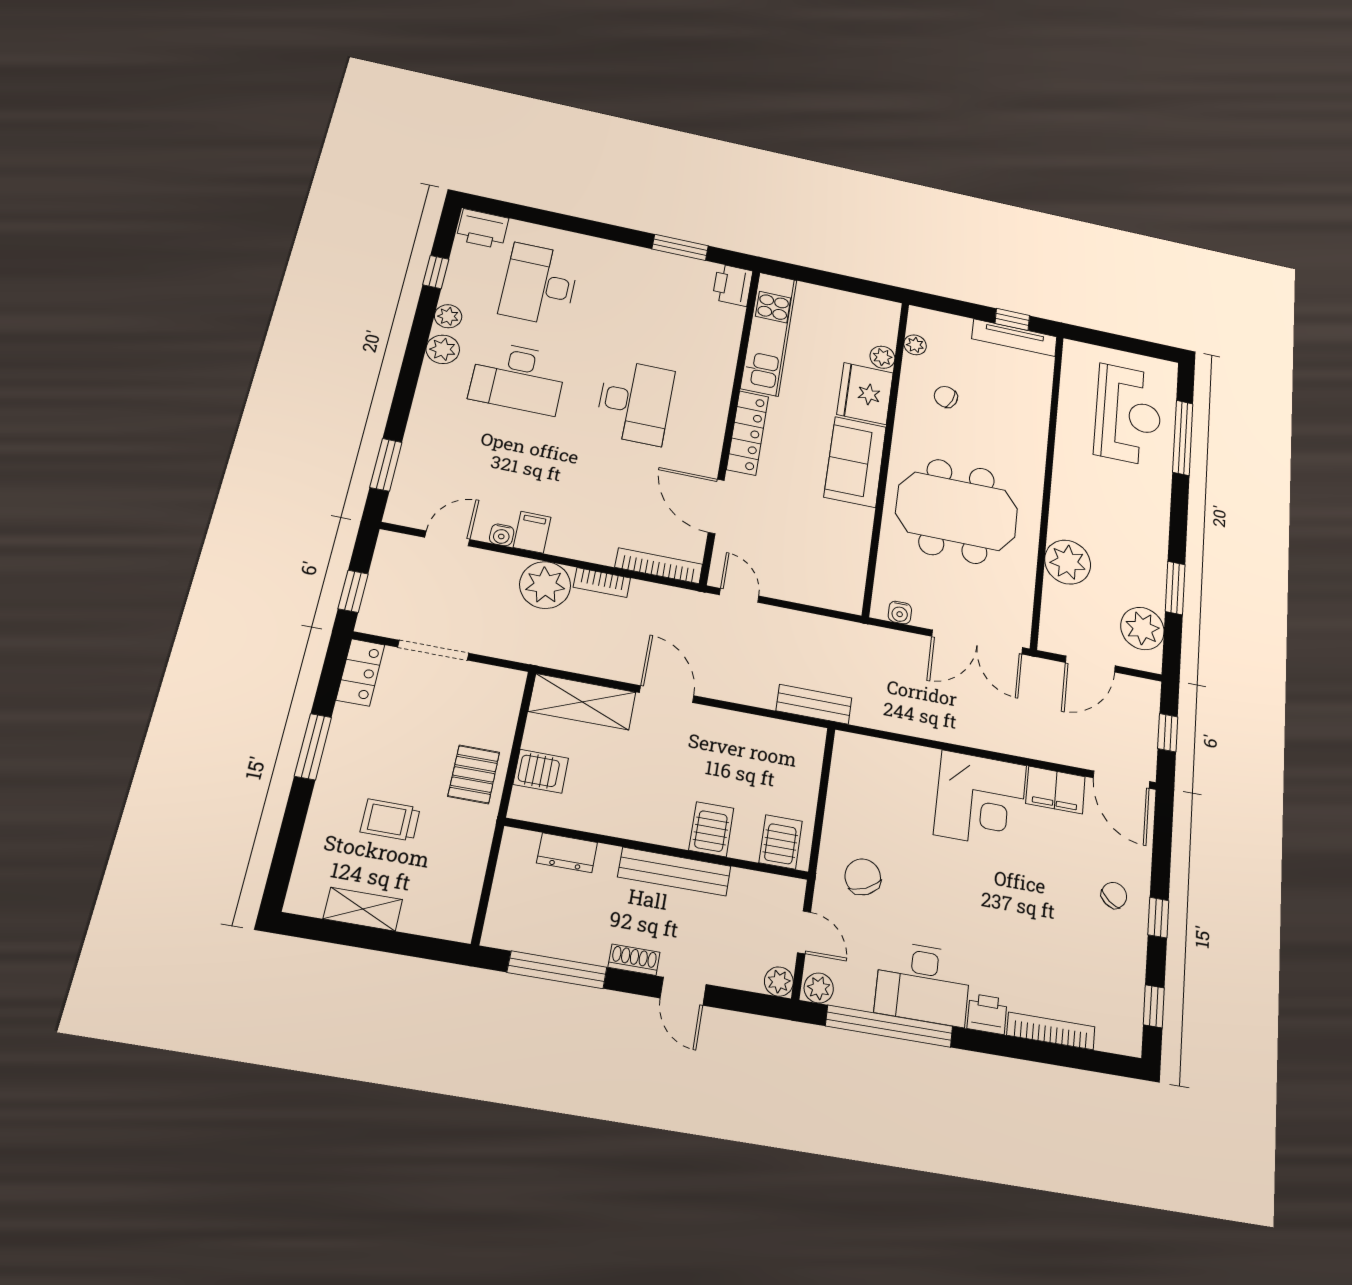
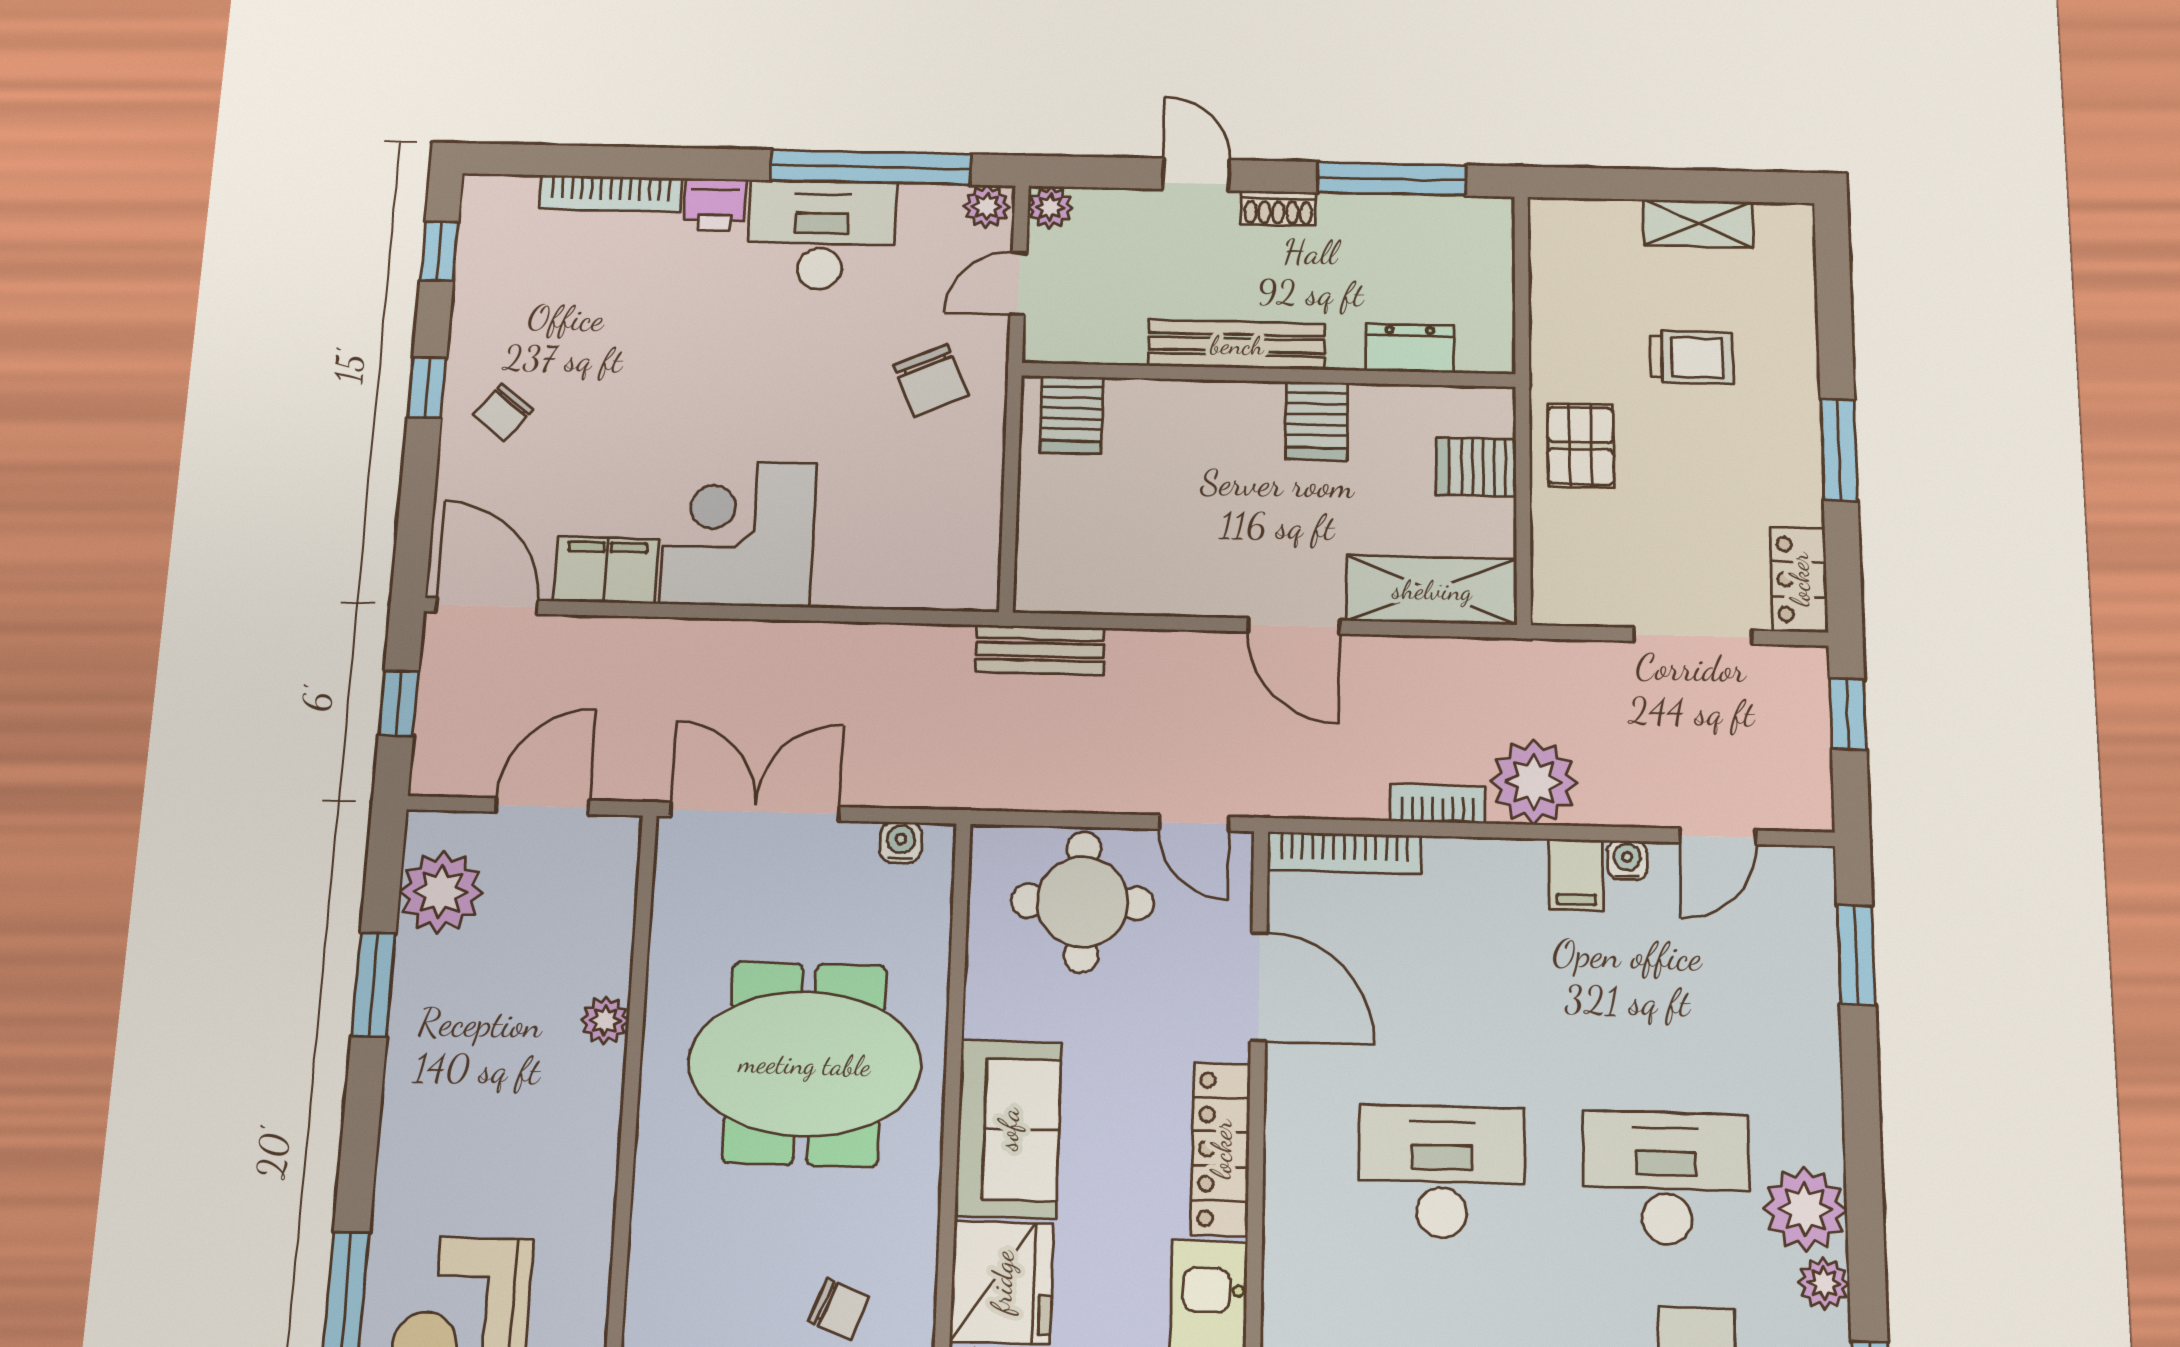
plant: (443, 349) -> (1805, 1209), width x1.36, depth x1.36
desk: (635, 402) -> (1442, 1172), turned 90
plant: (1068, 562) -> (605, 1020), width x0.53, depth x0.53
round table: (805, 565) -> (1083, 902), added
server rack: (711, 829) -> (1317, 421), moved
door: (804, 932) -> (1018, 284), hinge flipped

